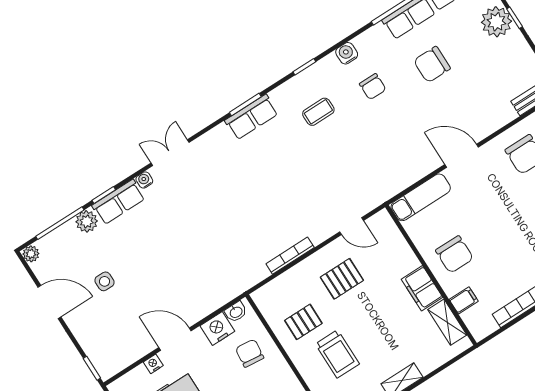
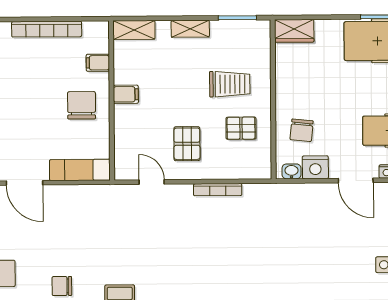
chair: (373, 87) -> (62, 286), turned -90
pallet: (342, 279) -> (187, 144), turned 90
filing cabinet: (422, 288) -> (126, 94), width x0.50
shelving: (447, 322) -> (134, 30), moved, turned 90
trolley: (337, 354) -> (230, 84), turned 90

